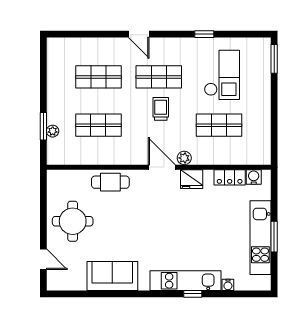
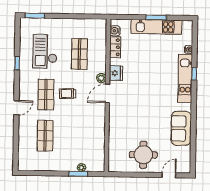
checkout: (222, 75) -> (45, 51), turned -90
shop shelf: (98, 125) -> (78, 136), removed
cafe table: (110, 182) -> (117, 129), removed

